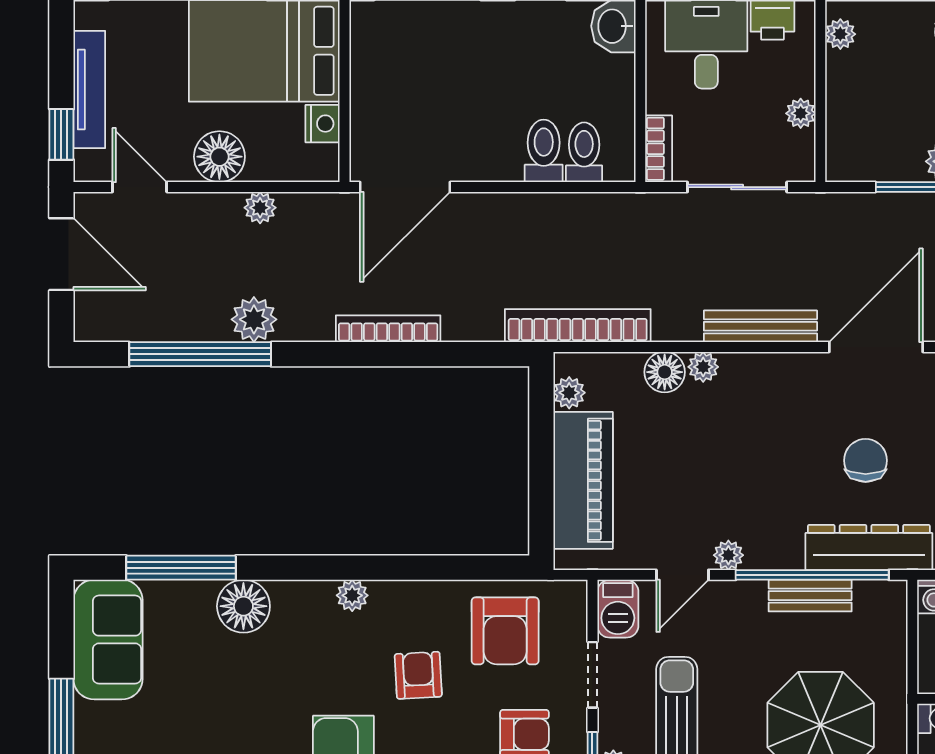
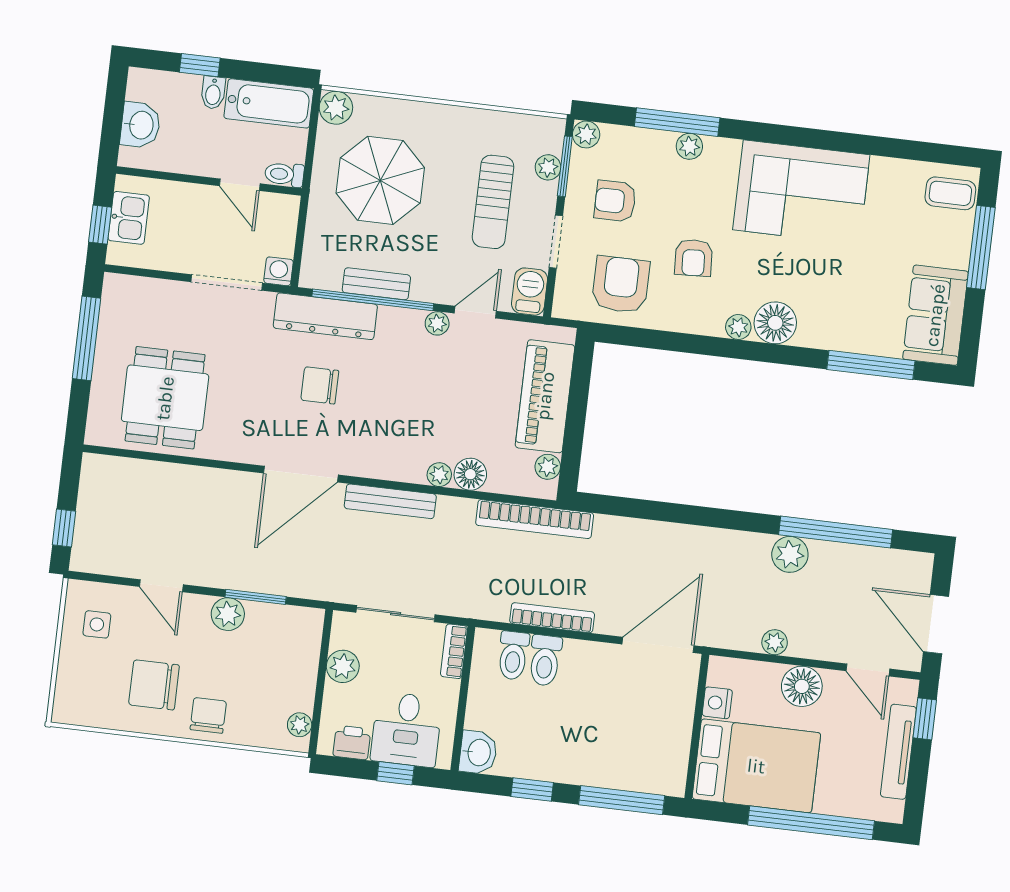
plant: (801, 113) -> (343, 666), width x1.38, depth x1.38
bookcase: (388, 329) -> (552, 618), moved, turned 180
chair: (866, 460) -> (320, 385), turned 90
floor lamp: (243, 606) -> (775, 323), moved

